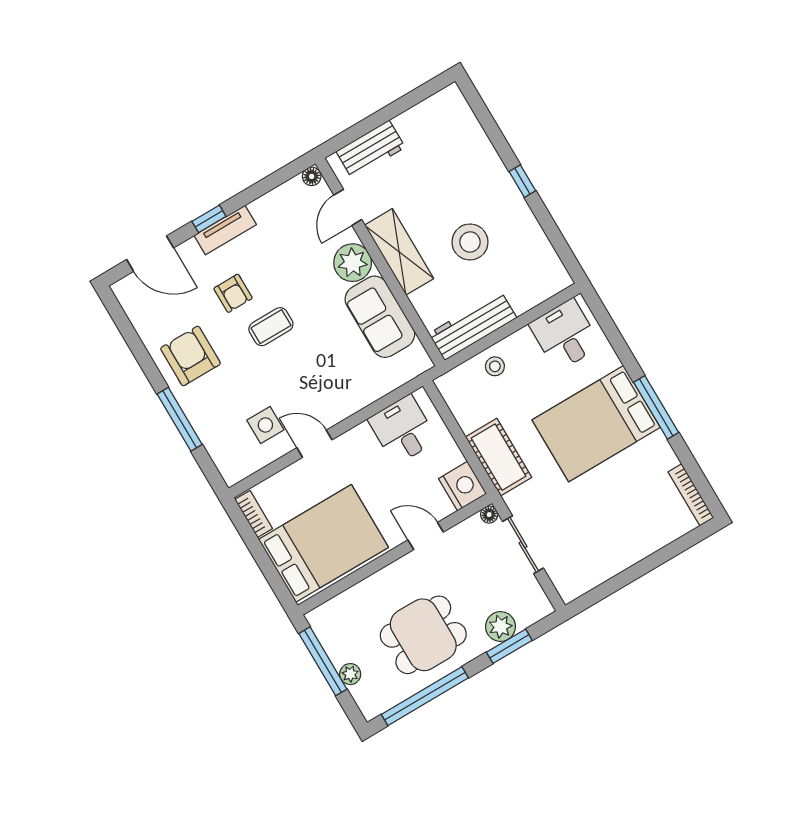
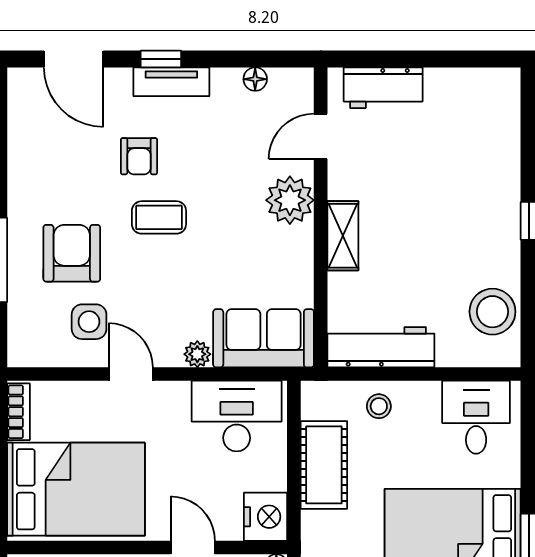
floor lamp: (312, 176) -> (255, 79), moved
stool: (470, 242) -> (492, 312), moved
shelving: (399, 252) -> (343, 236), width x0.67, depth x0.75
sofa: (380, 317) -> (264, 338), moved, turned 90
armchair: (191, 356) -> (72, 253), moved
plant: (351, 404) -> (197, 354), added
desk: (403, 430) -> (237, 416), width x1.37
cot: (499, 457) -> (324, 465), moved

